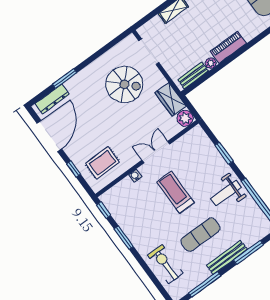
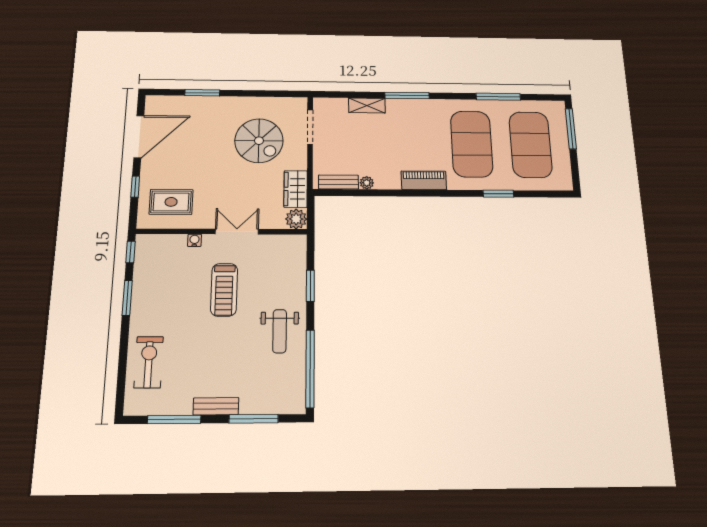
piano: (228, 47) -> (424, 180), moved
dresser: (52, 99) -> (173, 103), removed
treadmill: (176, 192) -> (224, 290), turned 180
weight bench: (226, 193) -> (280, 331), turned -90
exercise mat: (200, 235) -> (215, 357), removed
bench: (227, 258) -> (216, 406), width x0.73

